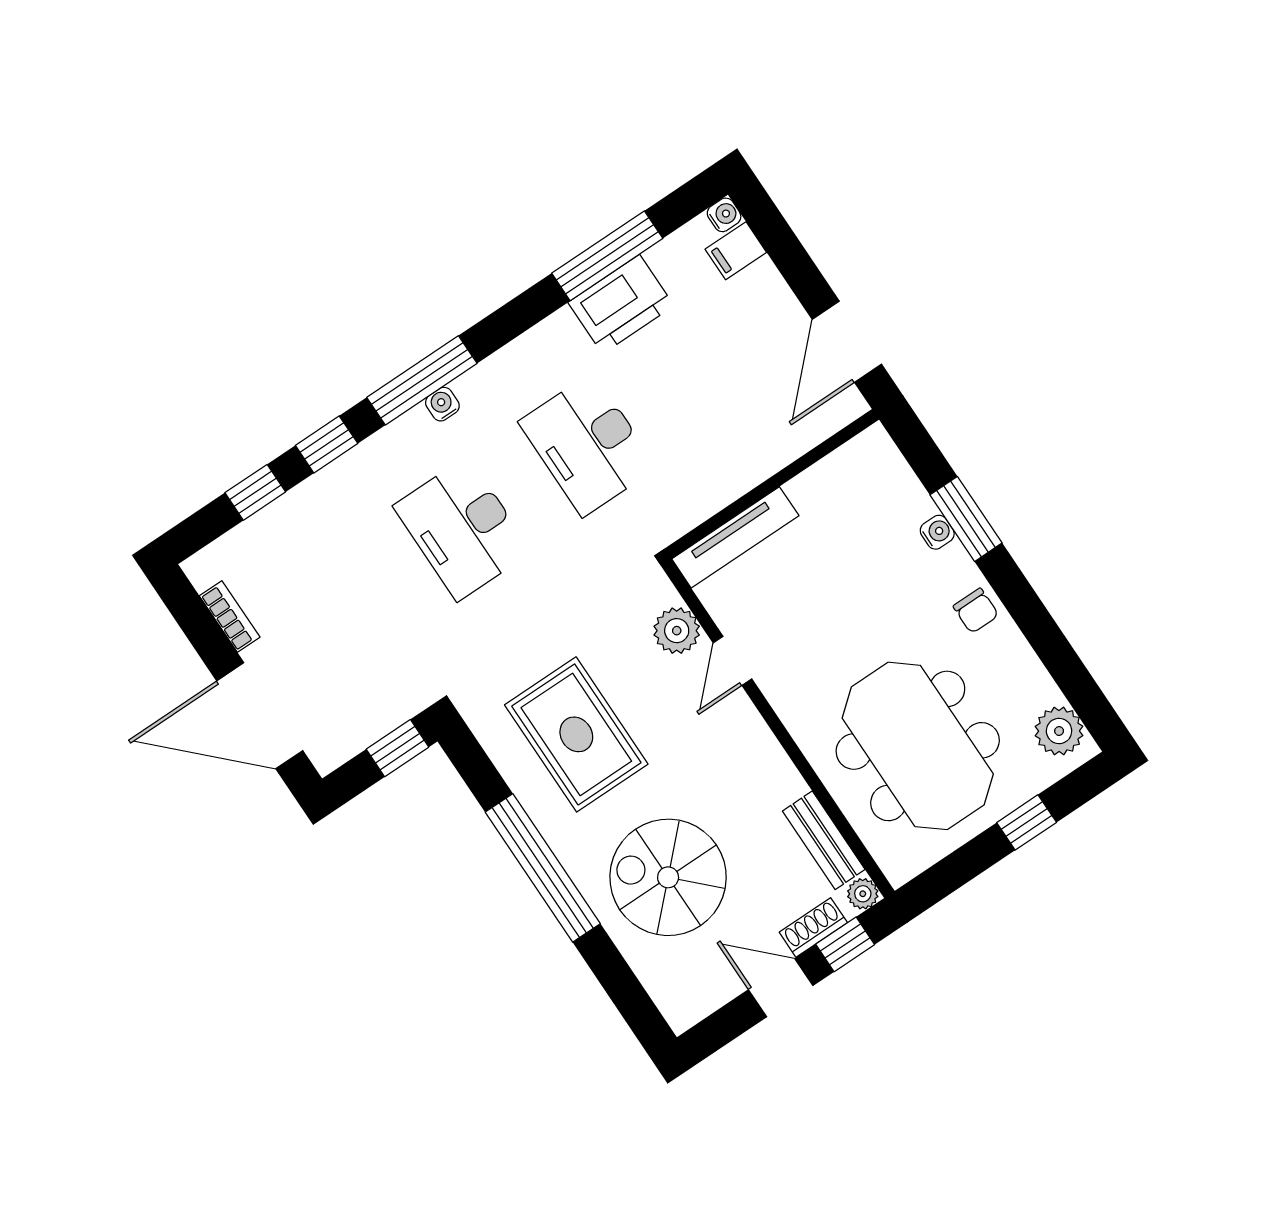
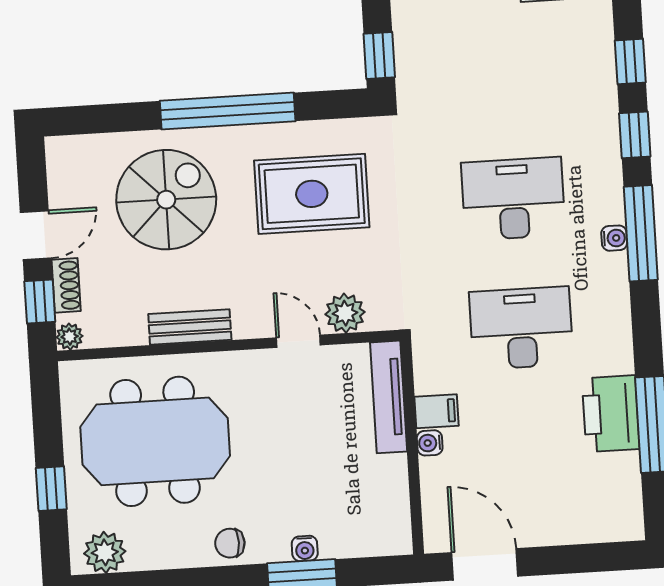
water cooler: (724, 215) -> (430, 443), moved, turned 90
filing cabinet: (736, 251) -> (437, 411), moved, turned 90
bench: (824, 840) -> (190, 327), moved

